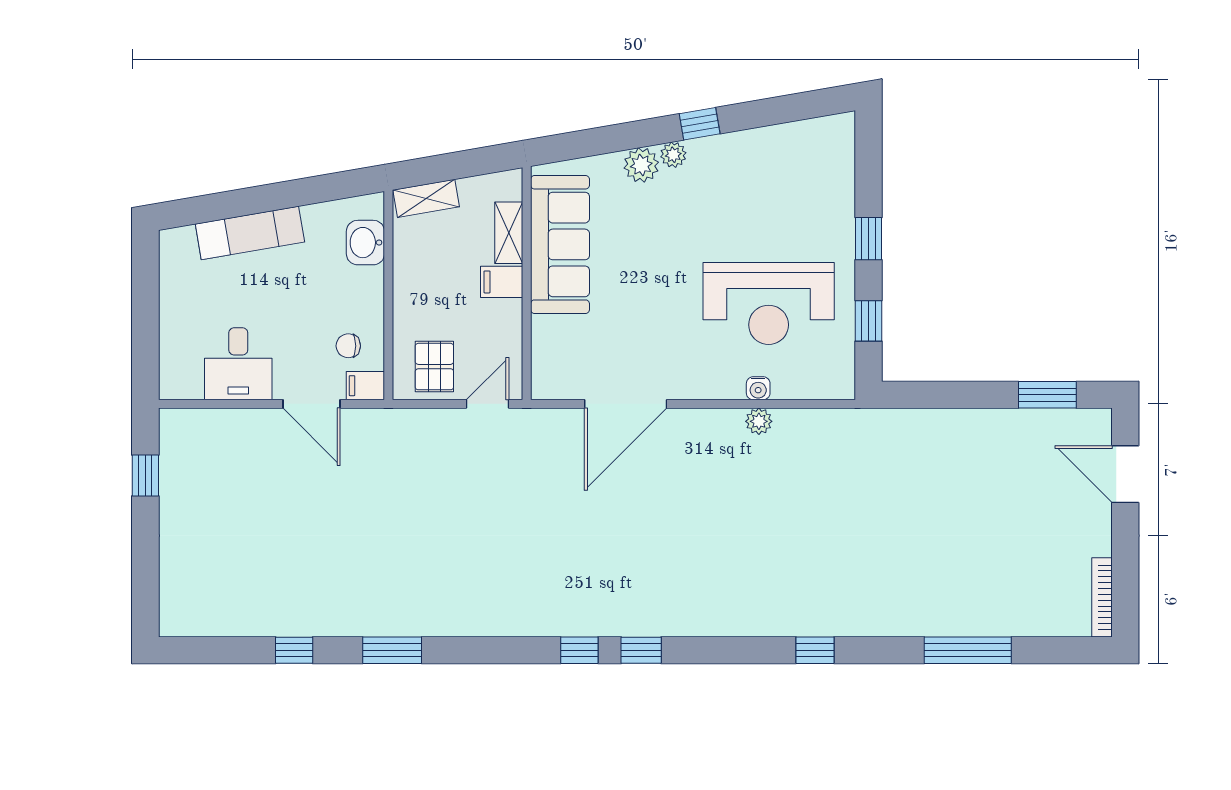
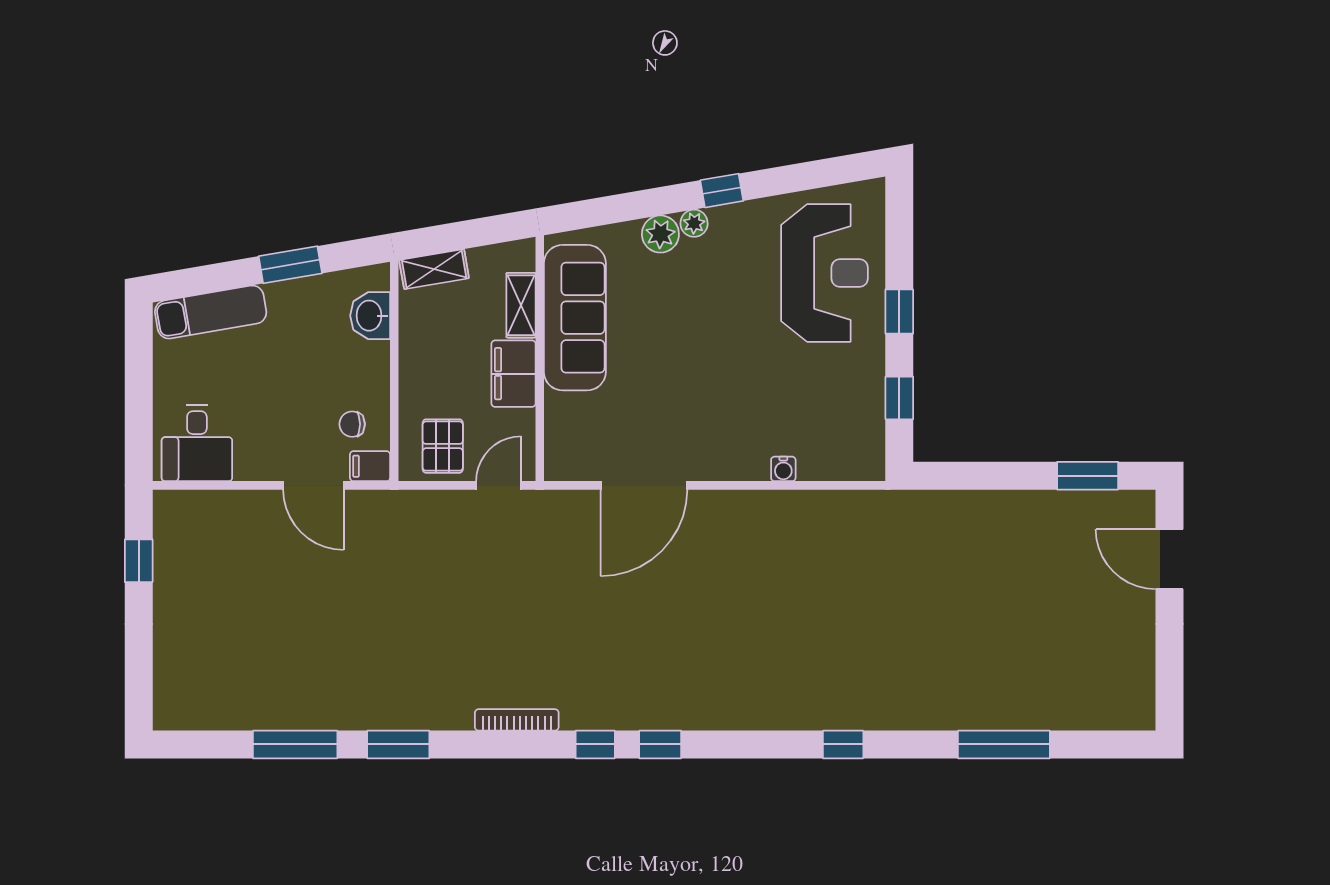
window: (290, 194) -> (290, 265), added
exam couch: (250, 233) -> (211, 312), moved
filing cabinet: (502, 282) -> (514, 374), width x2.00
reception desk: (769, 303) -> (825, 273), moved, turned -90
desk: (238, 364) -> (197, 443), moved
plant: (759, 421) -> (784, 504), removed
bookcase: (1102, 597) -> (517, 720), moved, turned 90
window: (294, 650) -> (295, 744), width x2.17

